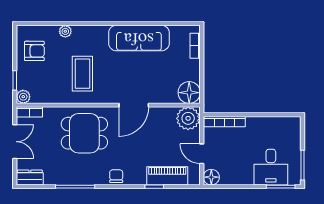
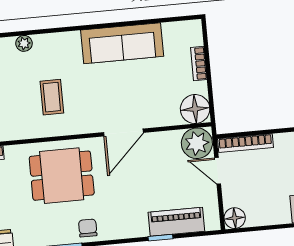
bookcase: (195, 46) -> (199, 64), moved
coffee table: (82, 74) -> (52, 97), width x0.73, depth x0.77
door: (202, 154) -> (218, 171), moved
chair: (116, 176) -> (88, 228), moved

